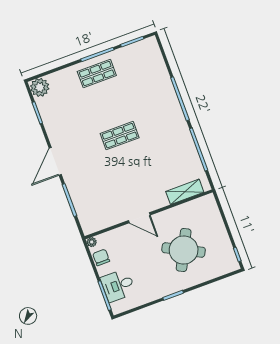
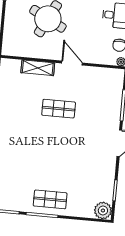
shop shelf: (120, 136) -> (59, 109), moved
shelving: (185, 192) -> (38, 68), moved

